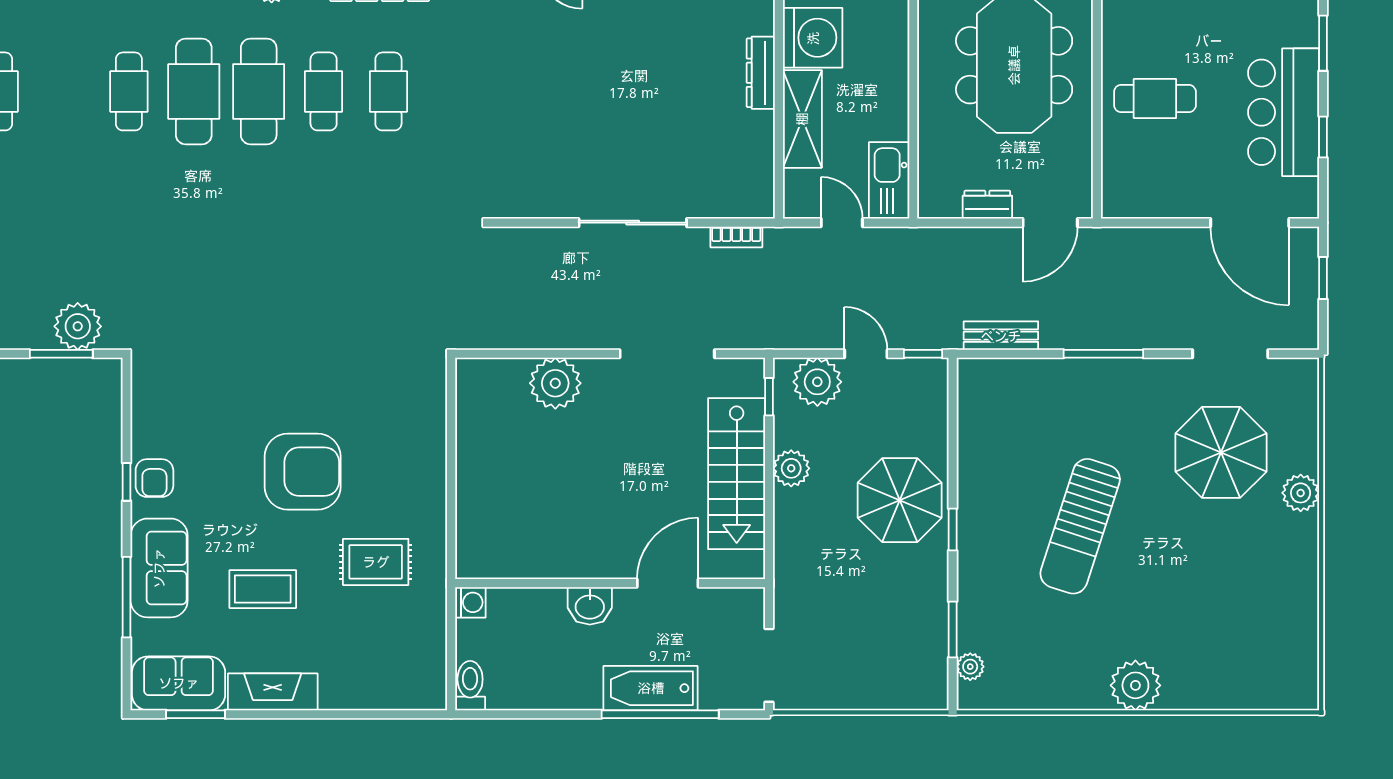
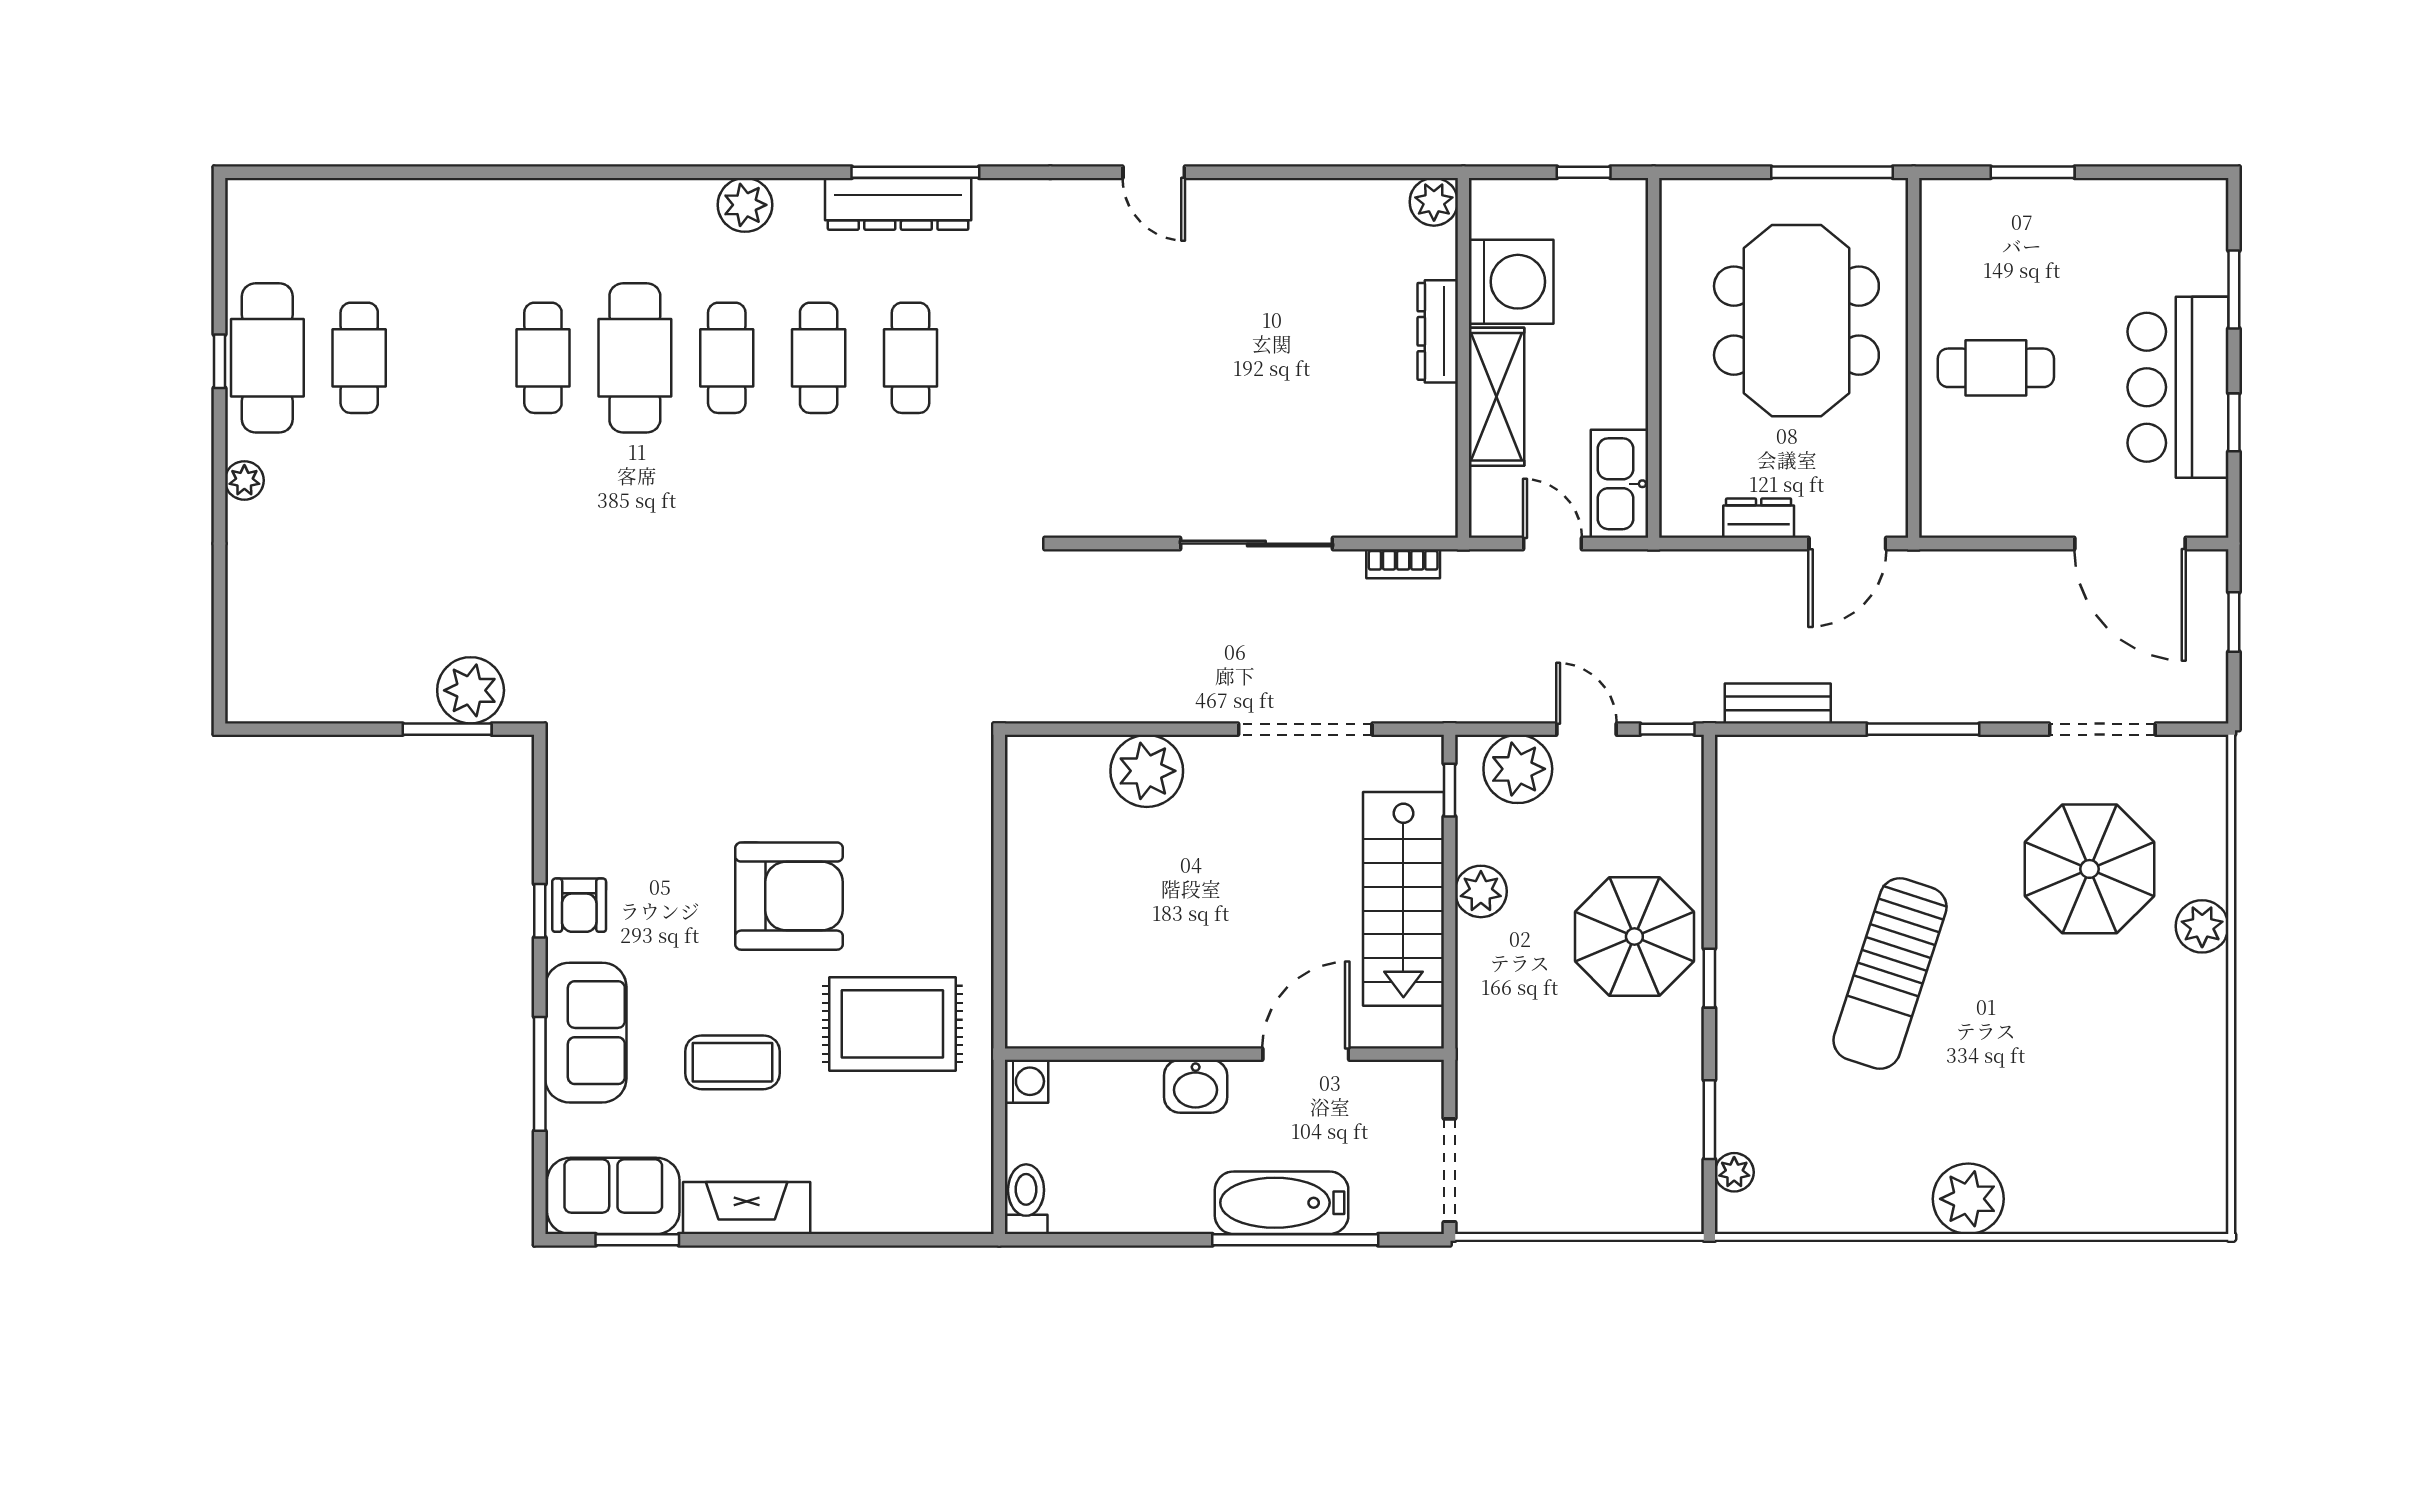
cafe table: (259, 91) -> (727, 358), width x0.73, depth x0.74
rug: (376, 562) -> (892, 1024), width x1.36, depth x1.43

